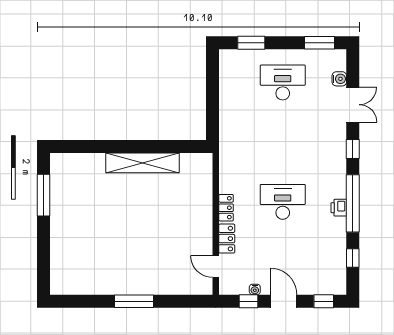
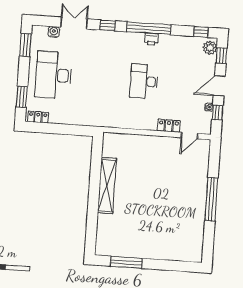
desk: (283, 82) -> (54, 75), width x1.36, depth x1.30
locker: (226, 208) -> (38, 117), moved
window: (353, 258) -> (201, 32), moved
plant: (333, 285) -> (210, 48), added
window: (134, 301) -> (211, 199), width x1.46

